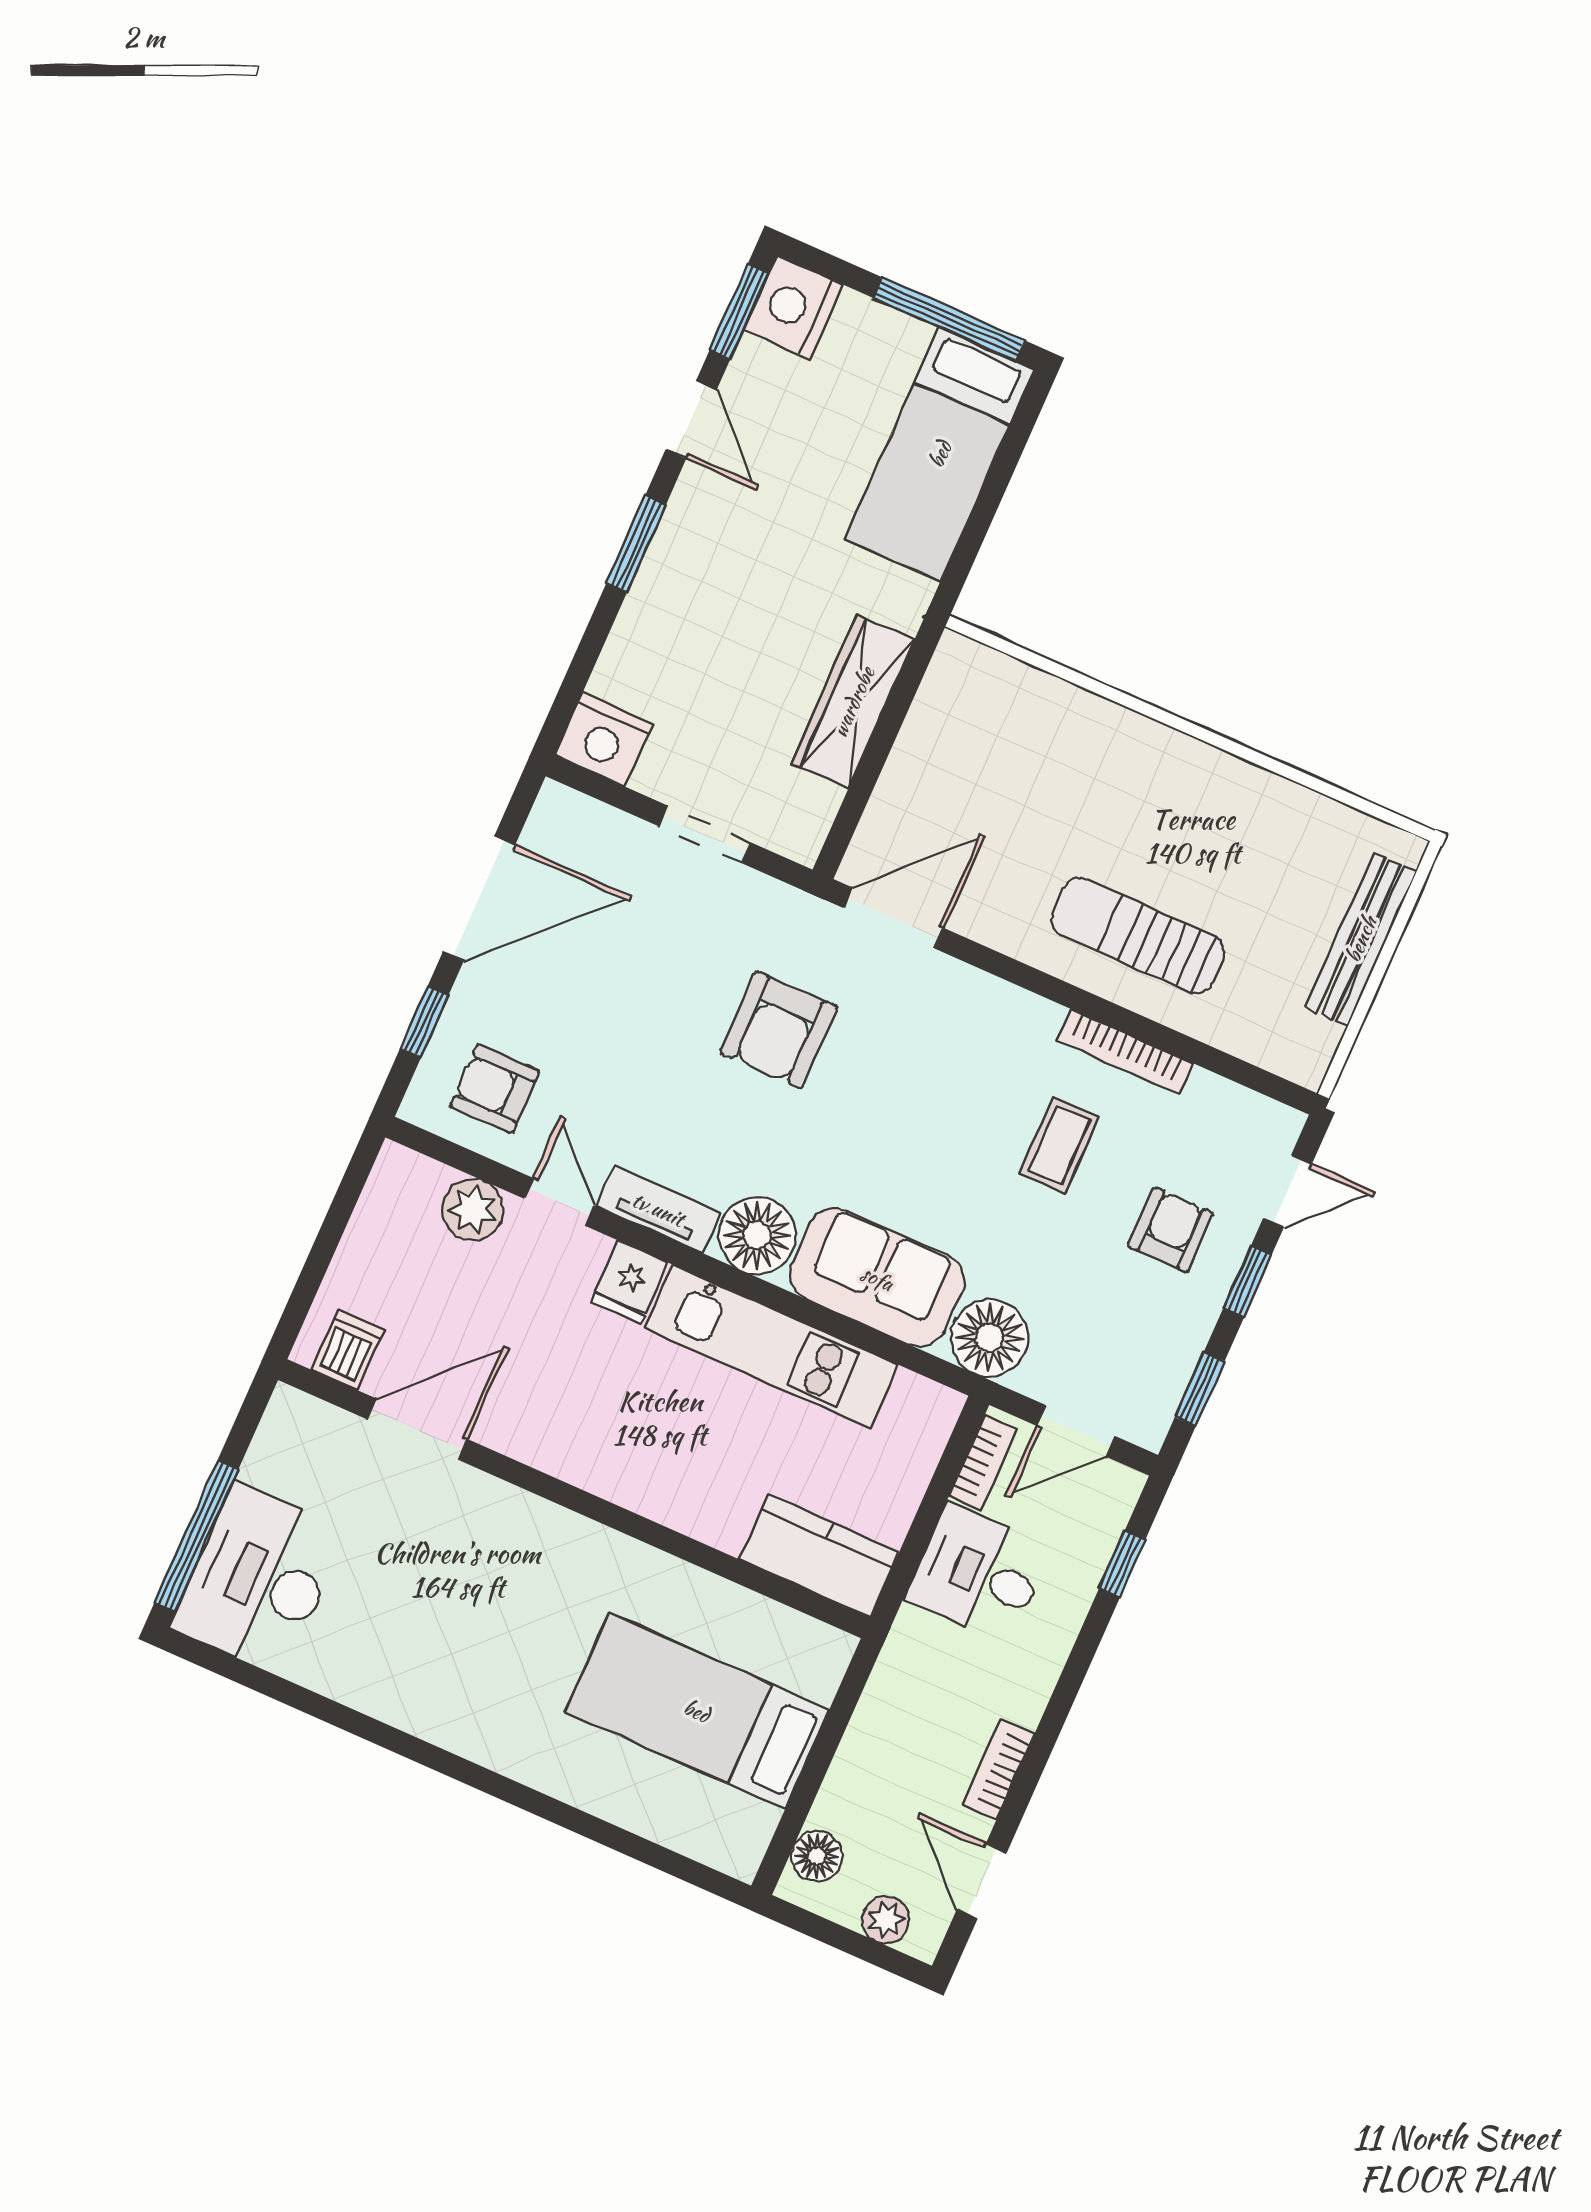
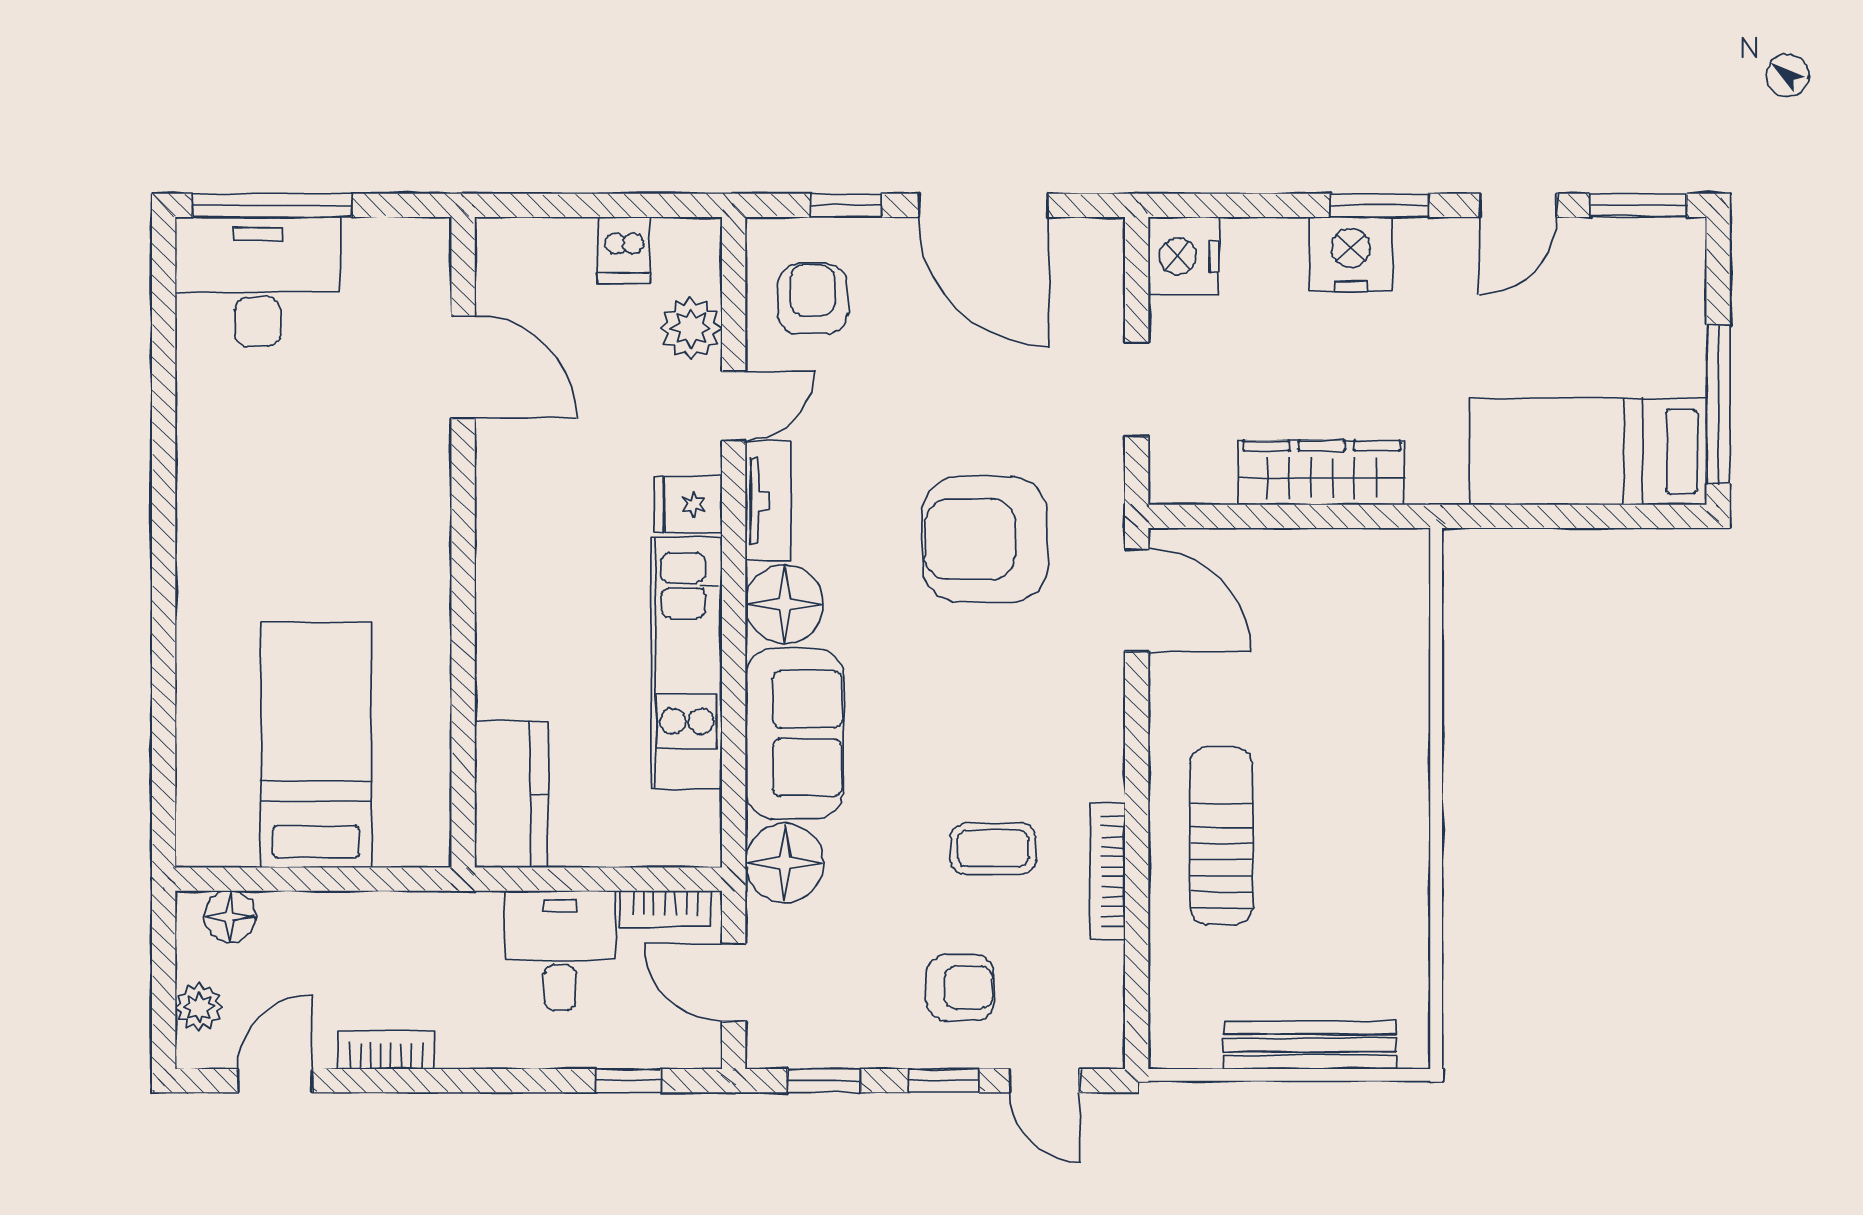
nightstand: (793, 307) -> (1351, 254), moved
armchair: (779, 1030) -> (985, 539), width x1.36, depth x1.36
dishwasher: (347, 1350) -> (624, 250), moved, turned 90

